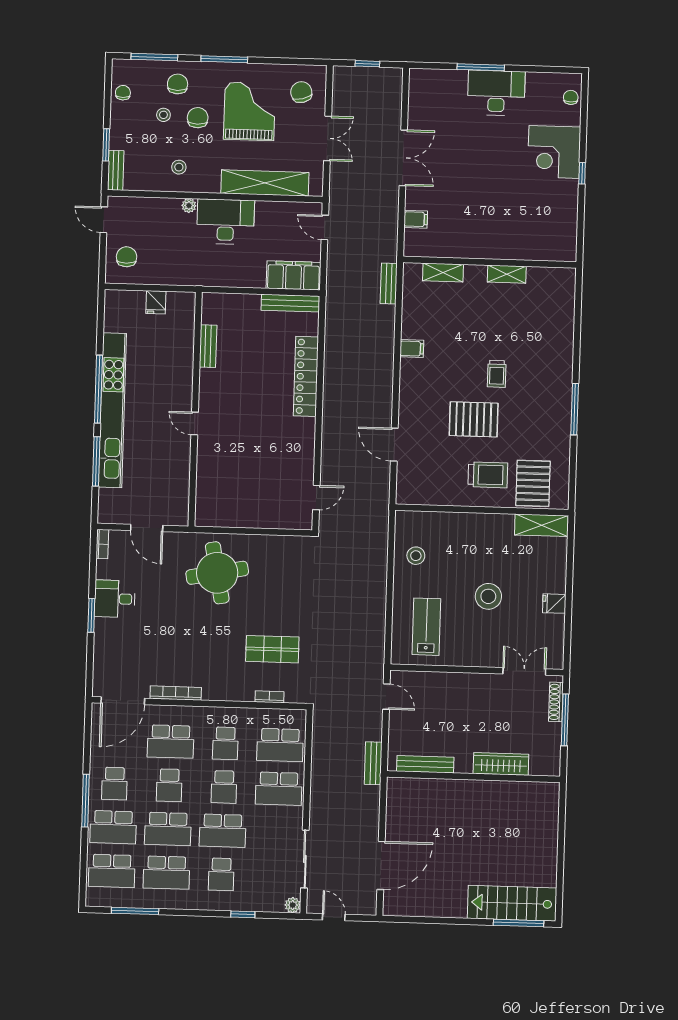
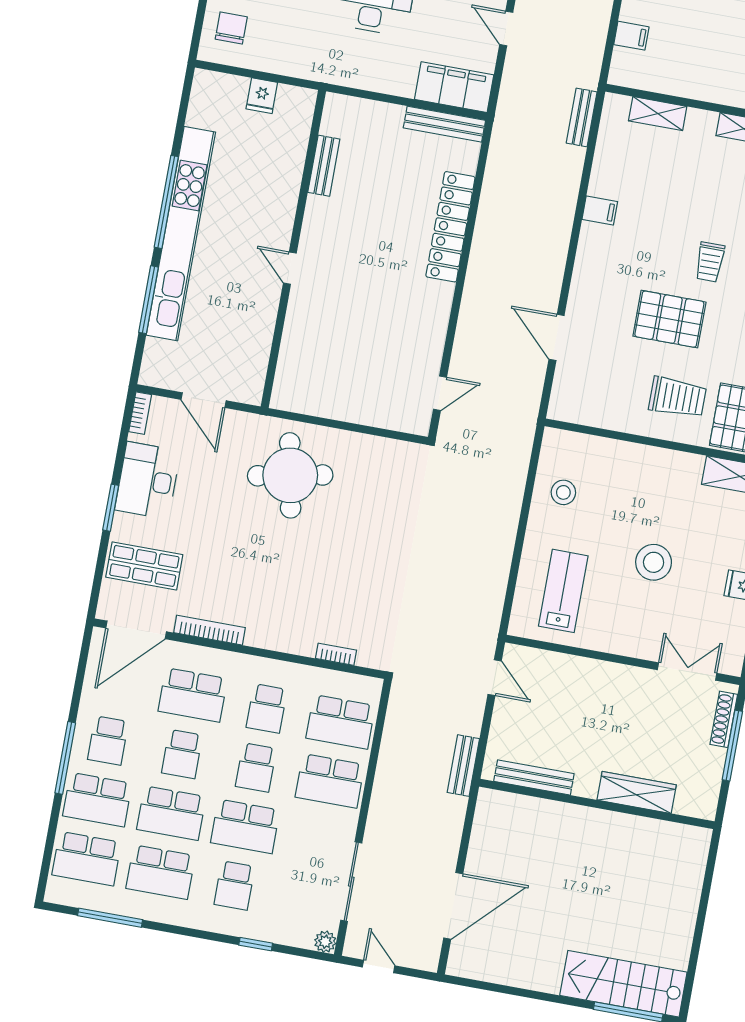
desk: (115, 599) -> (148, 481), width x1.37
shop shelf: (272, 649) -> (144, 566), moved

